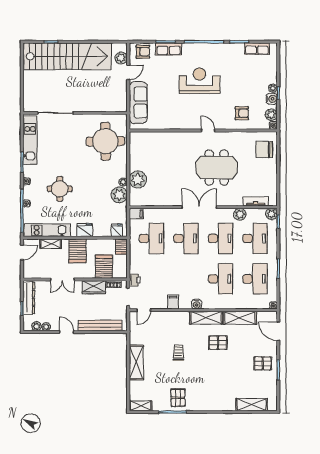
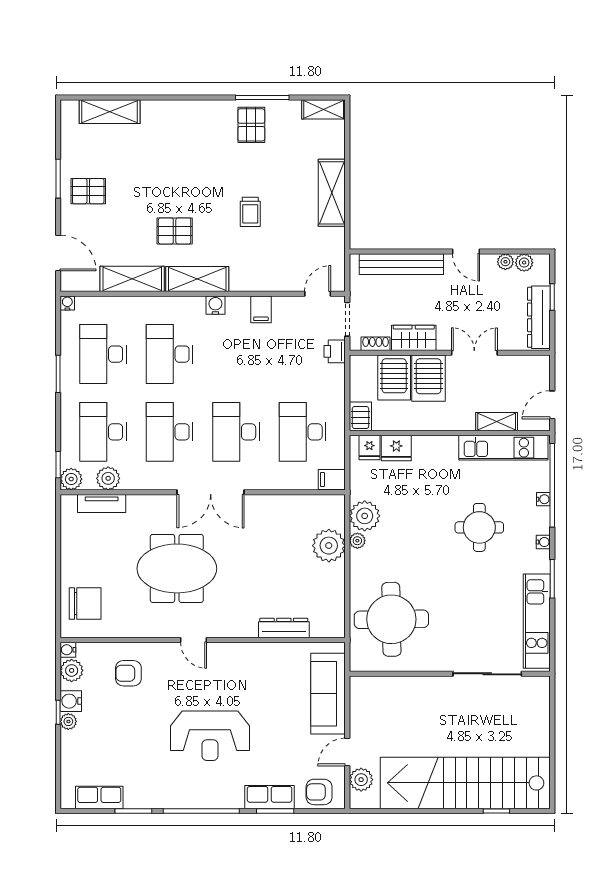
dresser: (161, 137) -> (284, 628), added
plant: (240, 214) -> (108, 478), moved
fridge: (85, 230) -> (396, 448), moved
server rack: (77, 251) -> (429, 378), moved, turned 180

